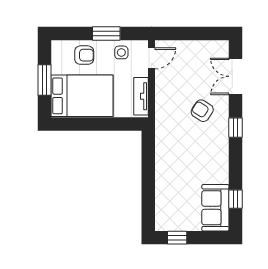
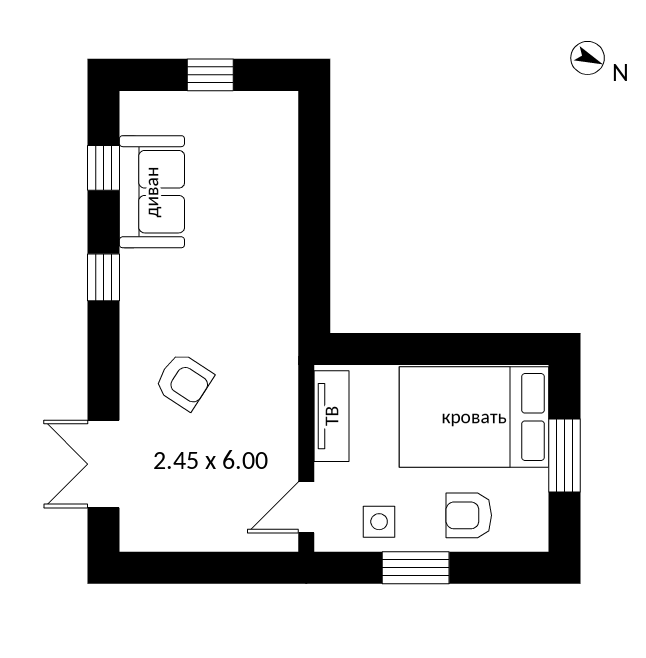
double door: (235, 76) -> (104, 464), swing flipped
window: (235, 128) -> (104, 277), moved
sofa: (215, 208) -> (152, 192), moved
window: (177, 238) -> (210, 75), moved

